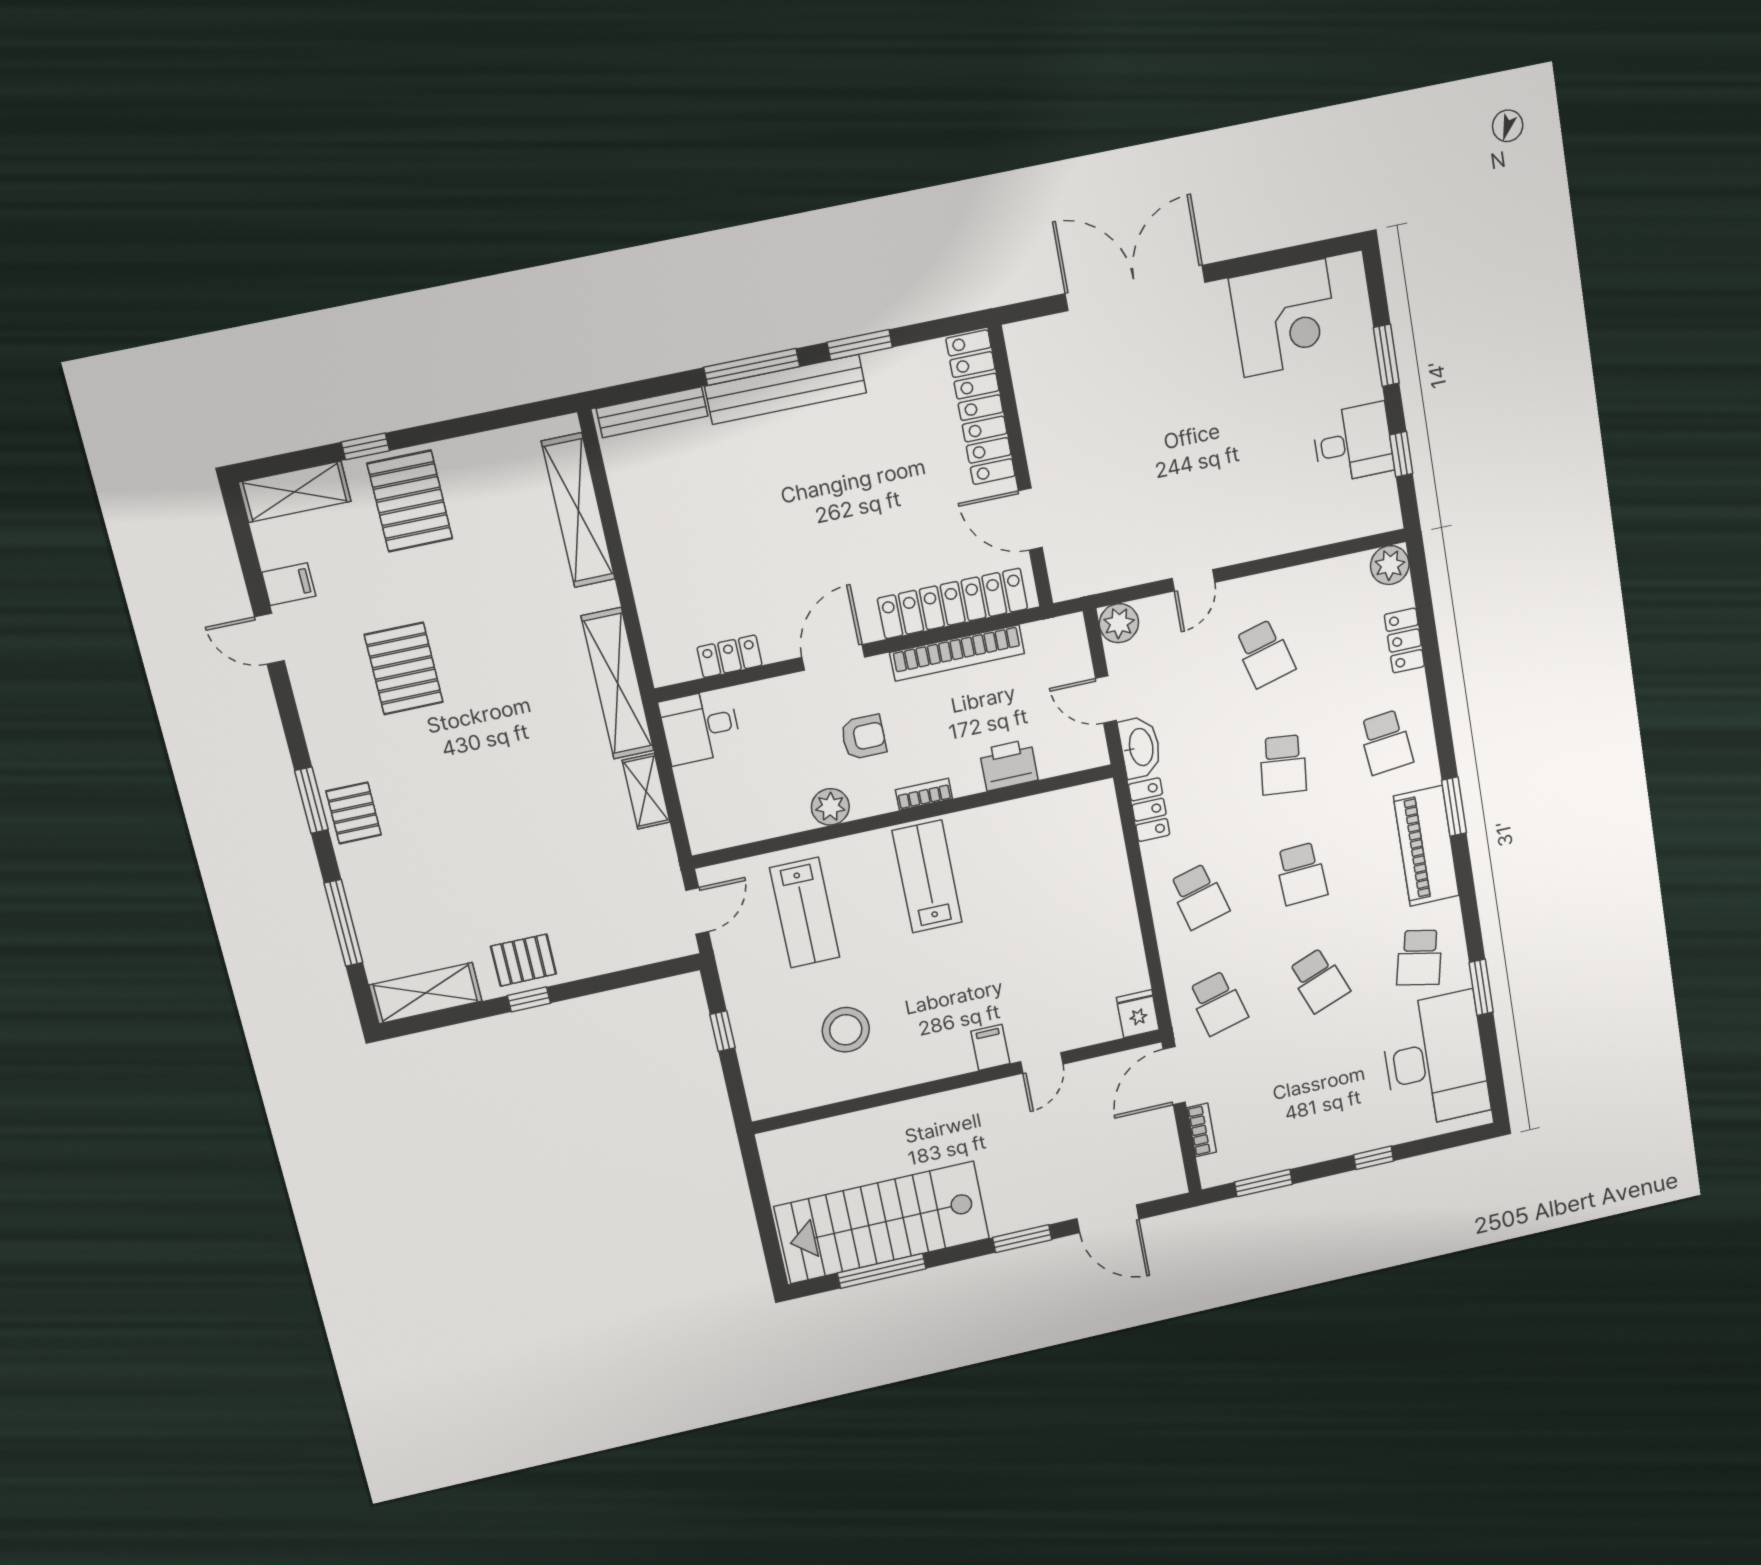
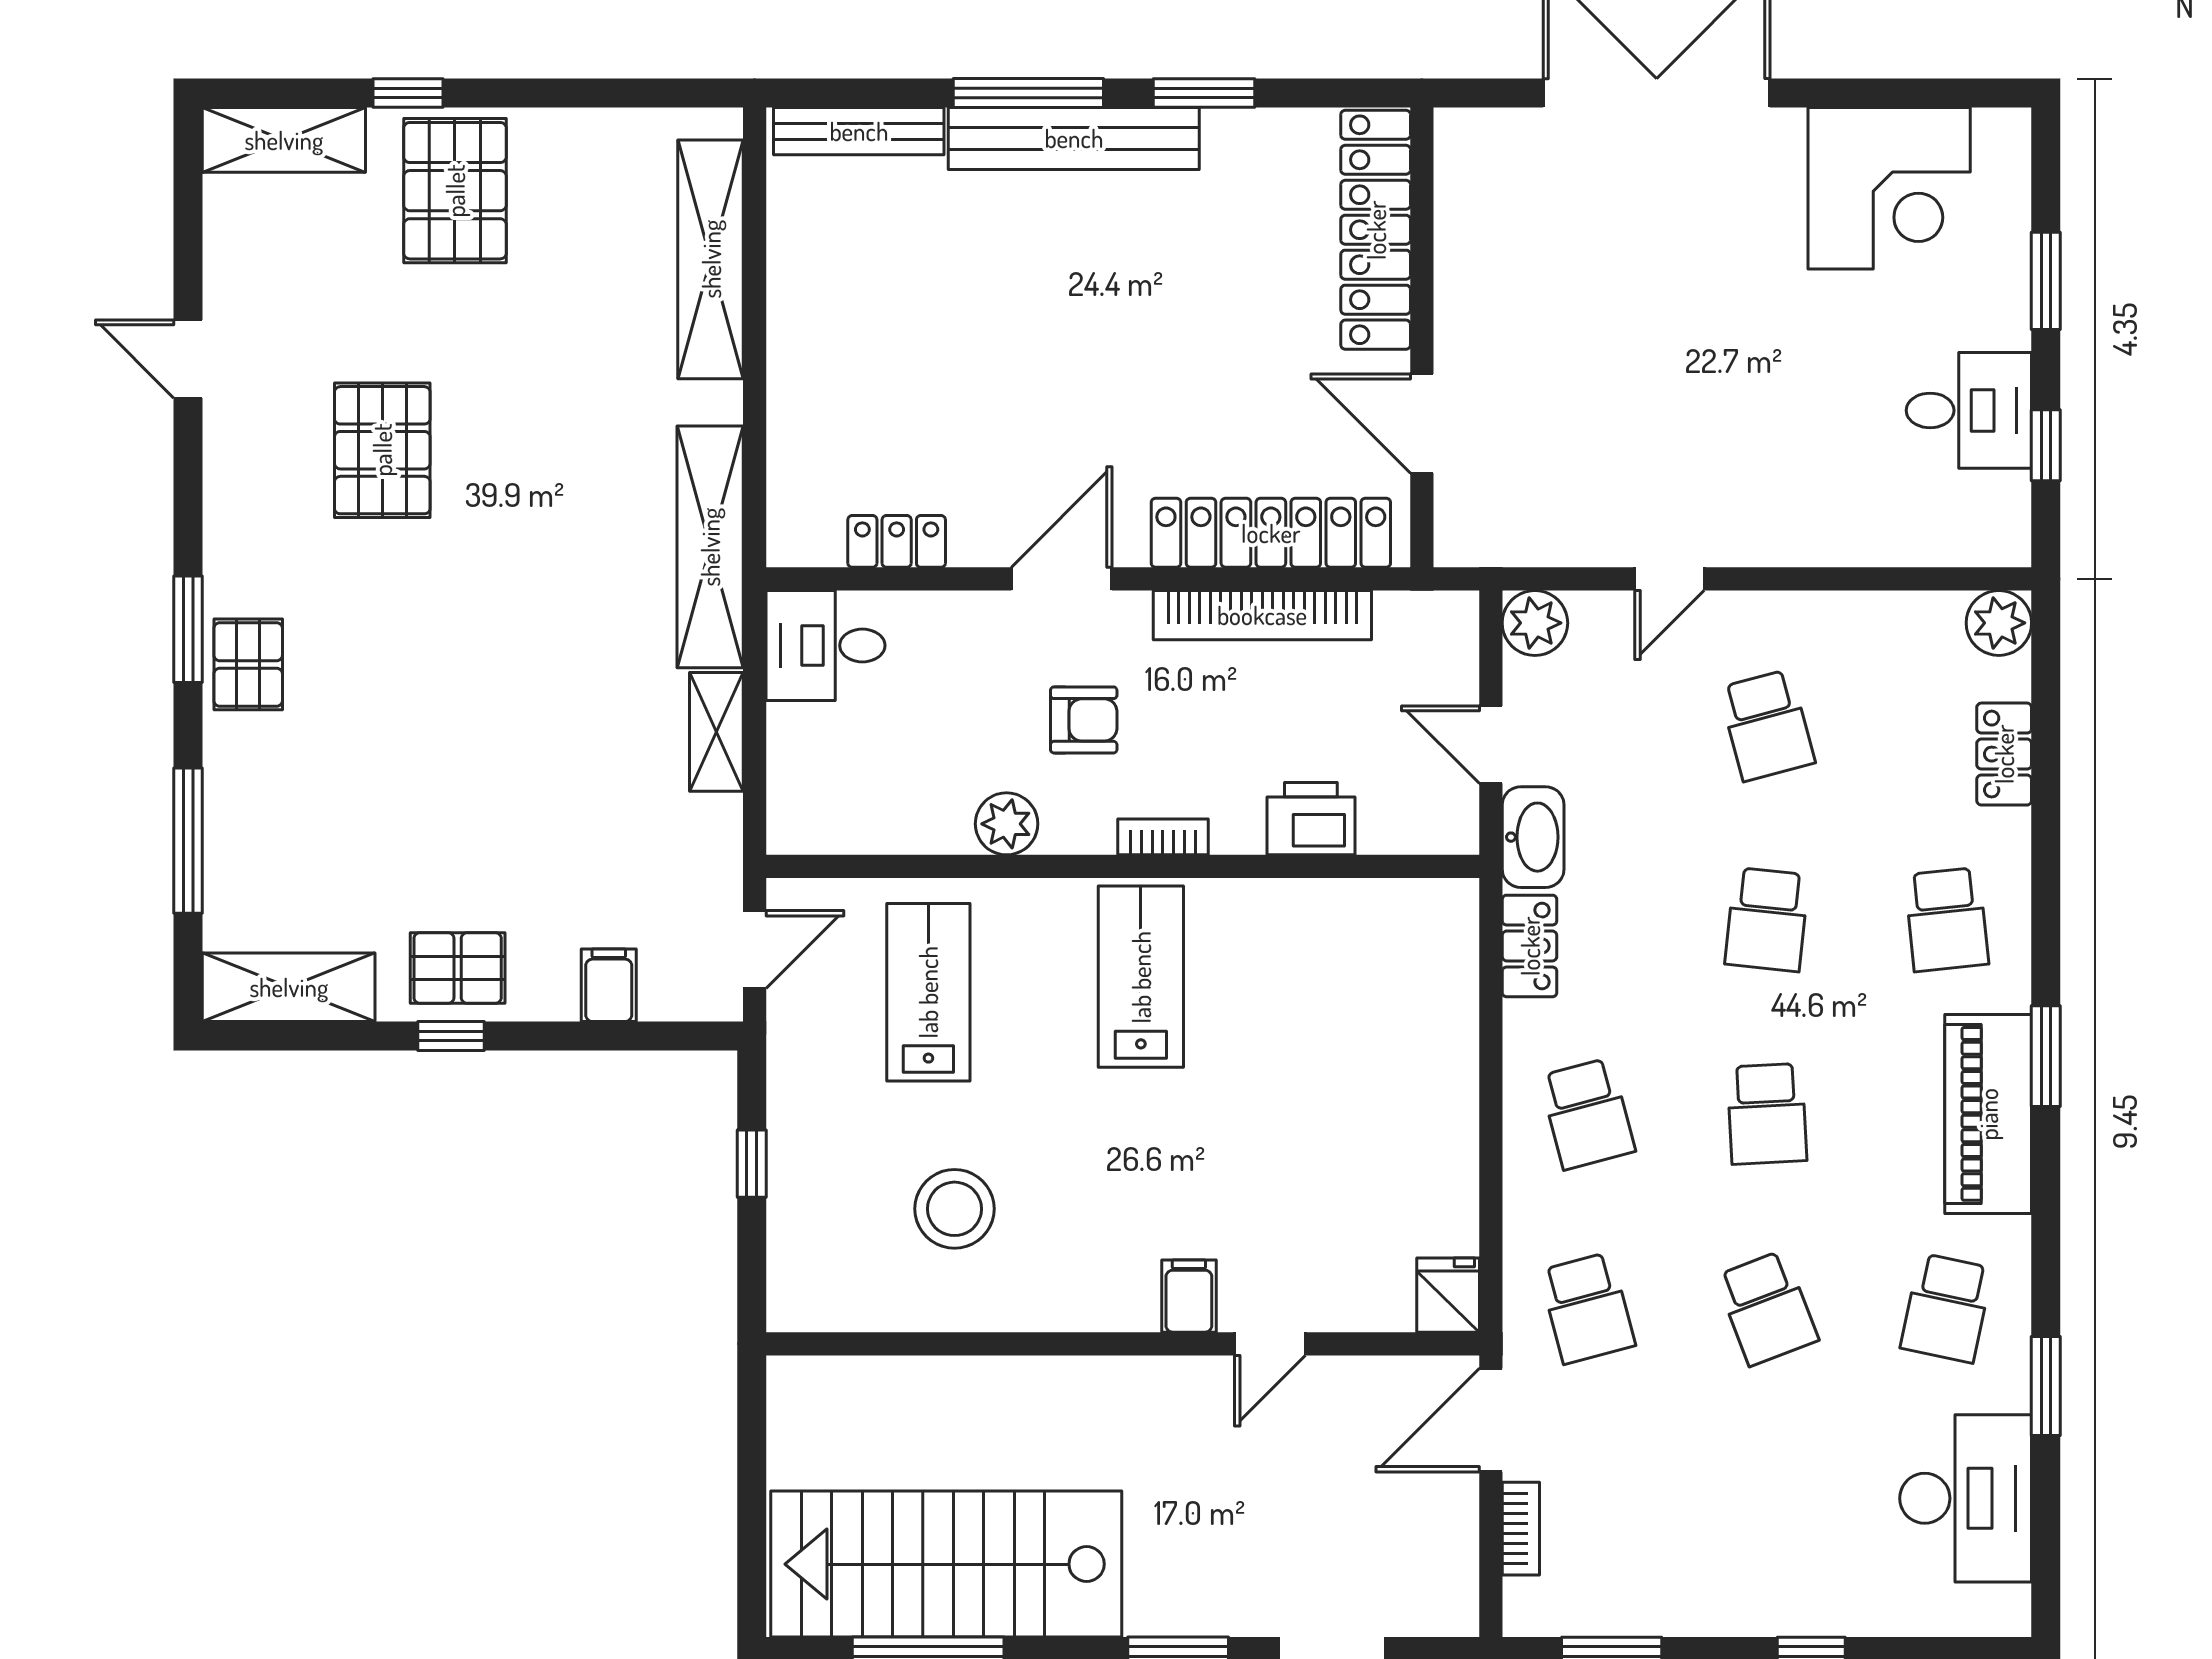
filing cabinet: (289, 584) -> (609, 985), moved, turned -90
lab bench: (805, 913) -> (928, 992), turned 180
desk: (1435, 1060) -> (1966, 1498), width x0.73, depth x0.77

